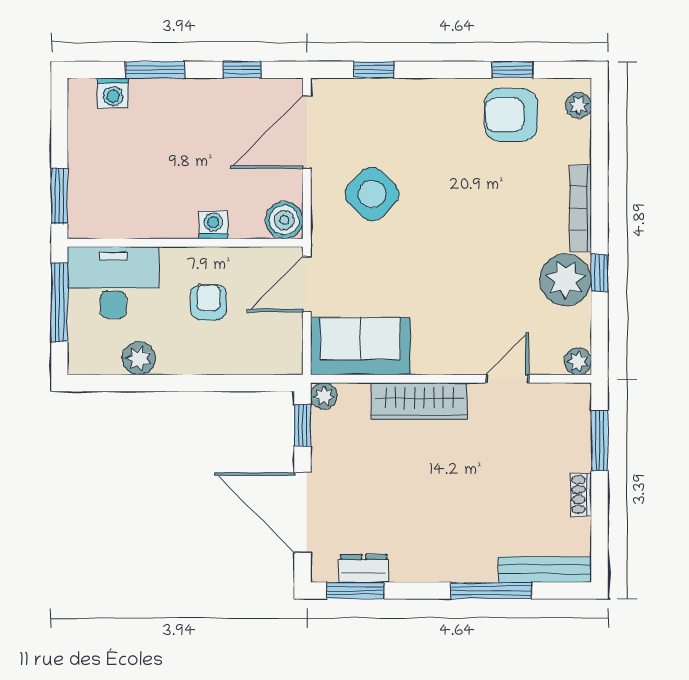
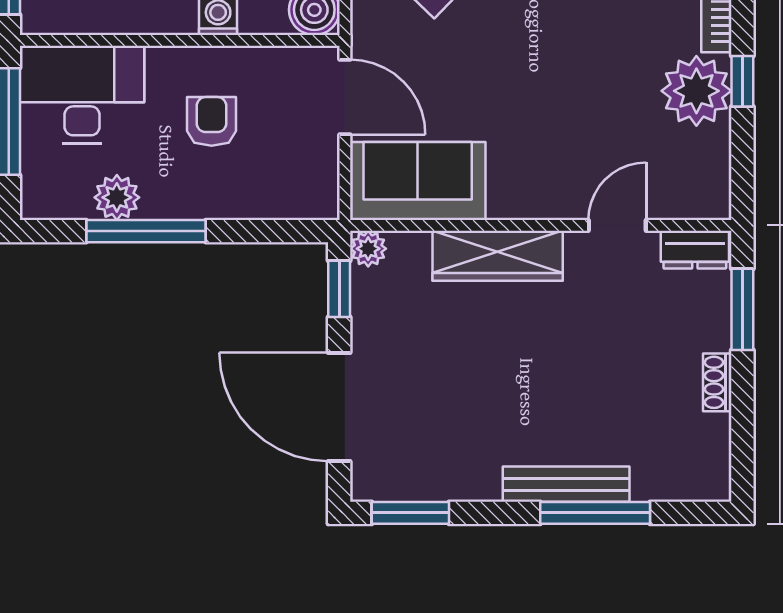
door: (307, 284) -> (345, 97), swing flipped
plant: (578, 361) -> (713, 202), removed
window: (160, 383) -> (146, 231), added
dresser: (364, 568) -> (695, 250), moved, turned 180
bench: (545, 569) -> (566, 484), moved

